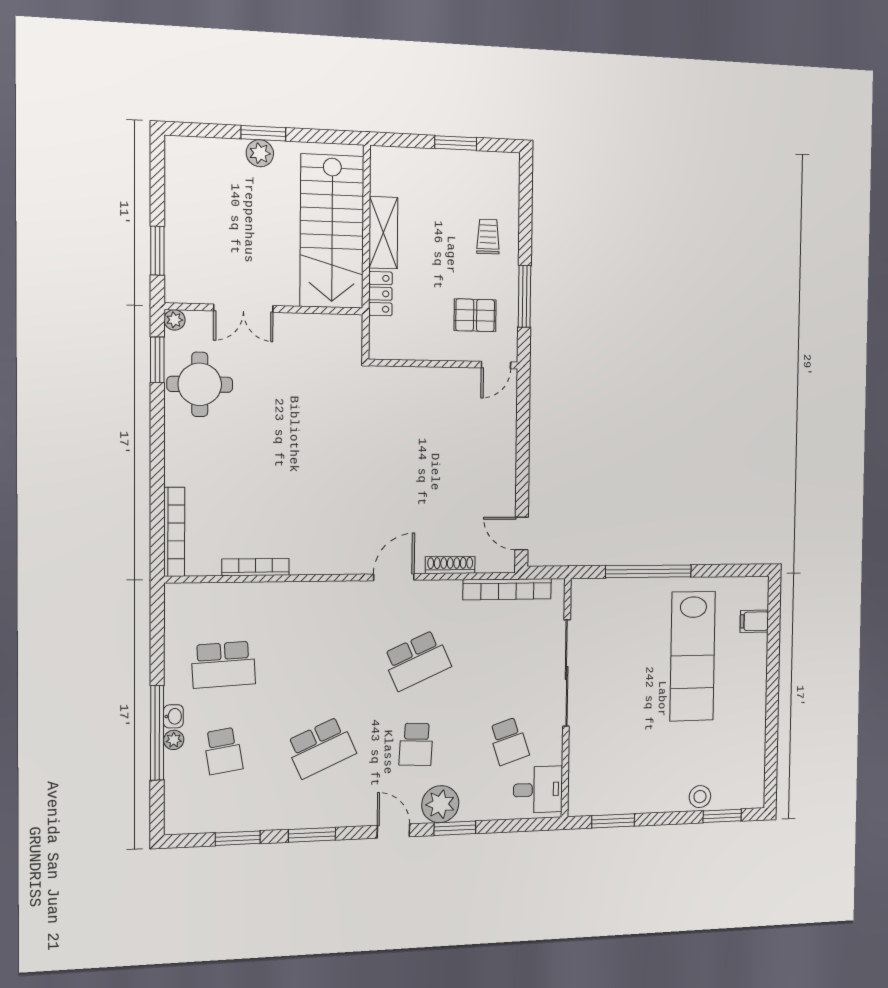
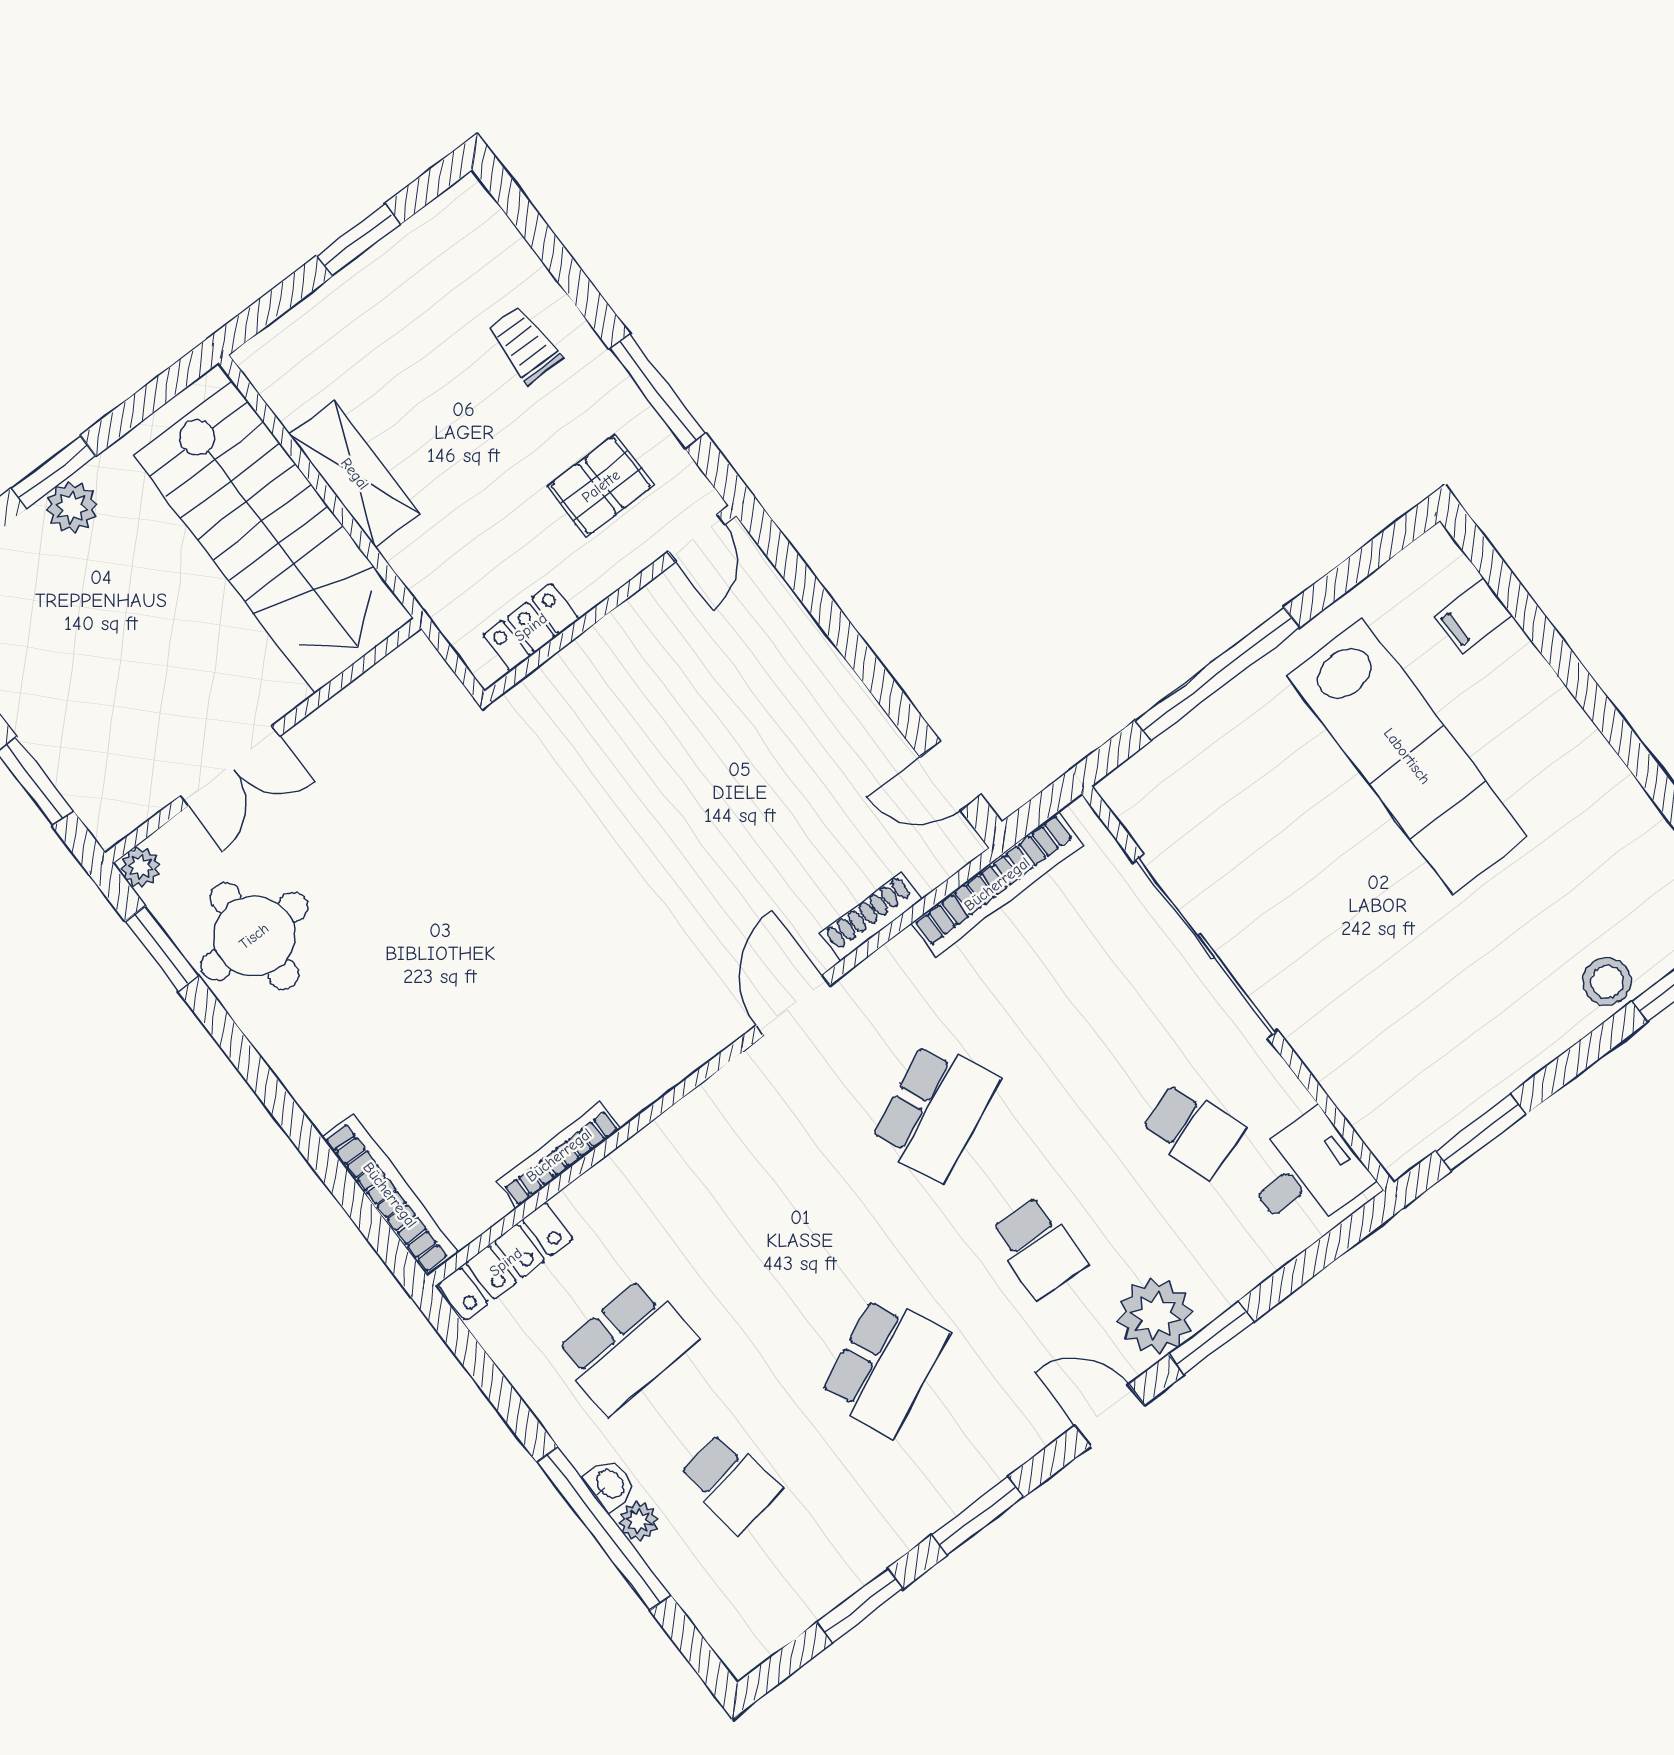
locker: (380, 294) -> (531, 627), moved, turned -90
locker: (201, 594) -> (506, 1262), added

